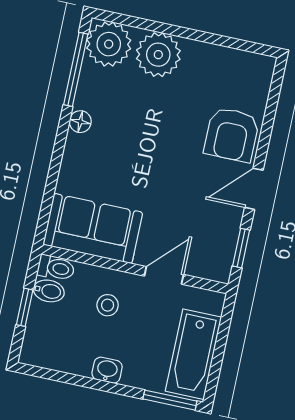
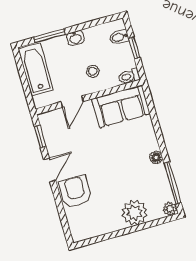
plant: (109, 44) -> (170, 209), width x0.53, depth x0.53
bidet: (49, 291) -> (119, 37), moved
window: (170, 400) -> (50, 36), moved

